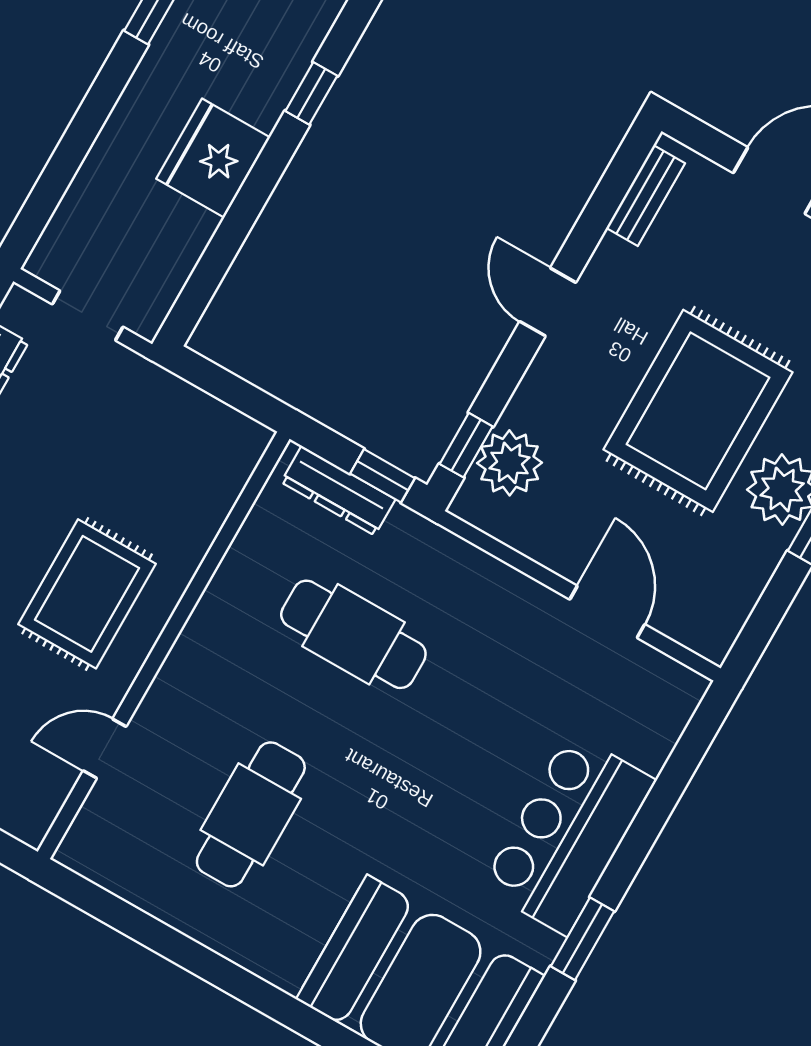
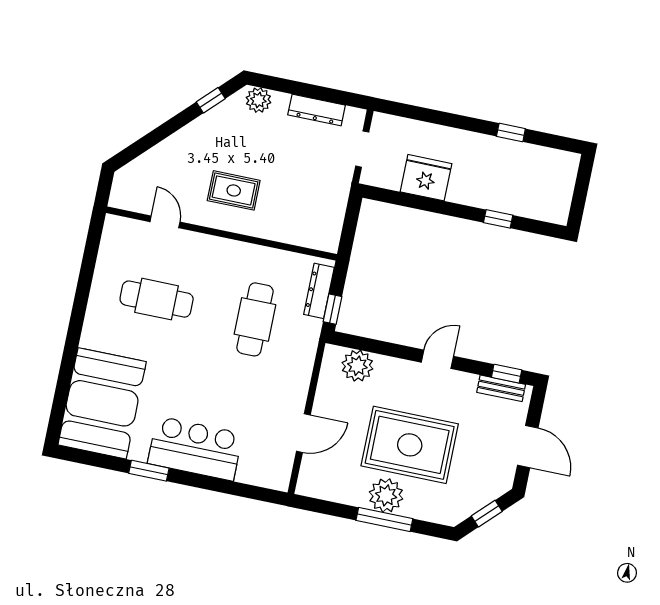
fridge: (213, 158) -> (426, 178), moved
window: (466, 445) -> (507, 374), moved
rug: (87, 594) -> (234, 190), width x0.73, depth x0.70

